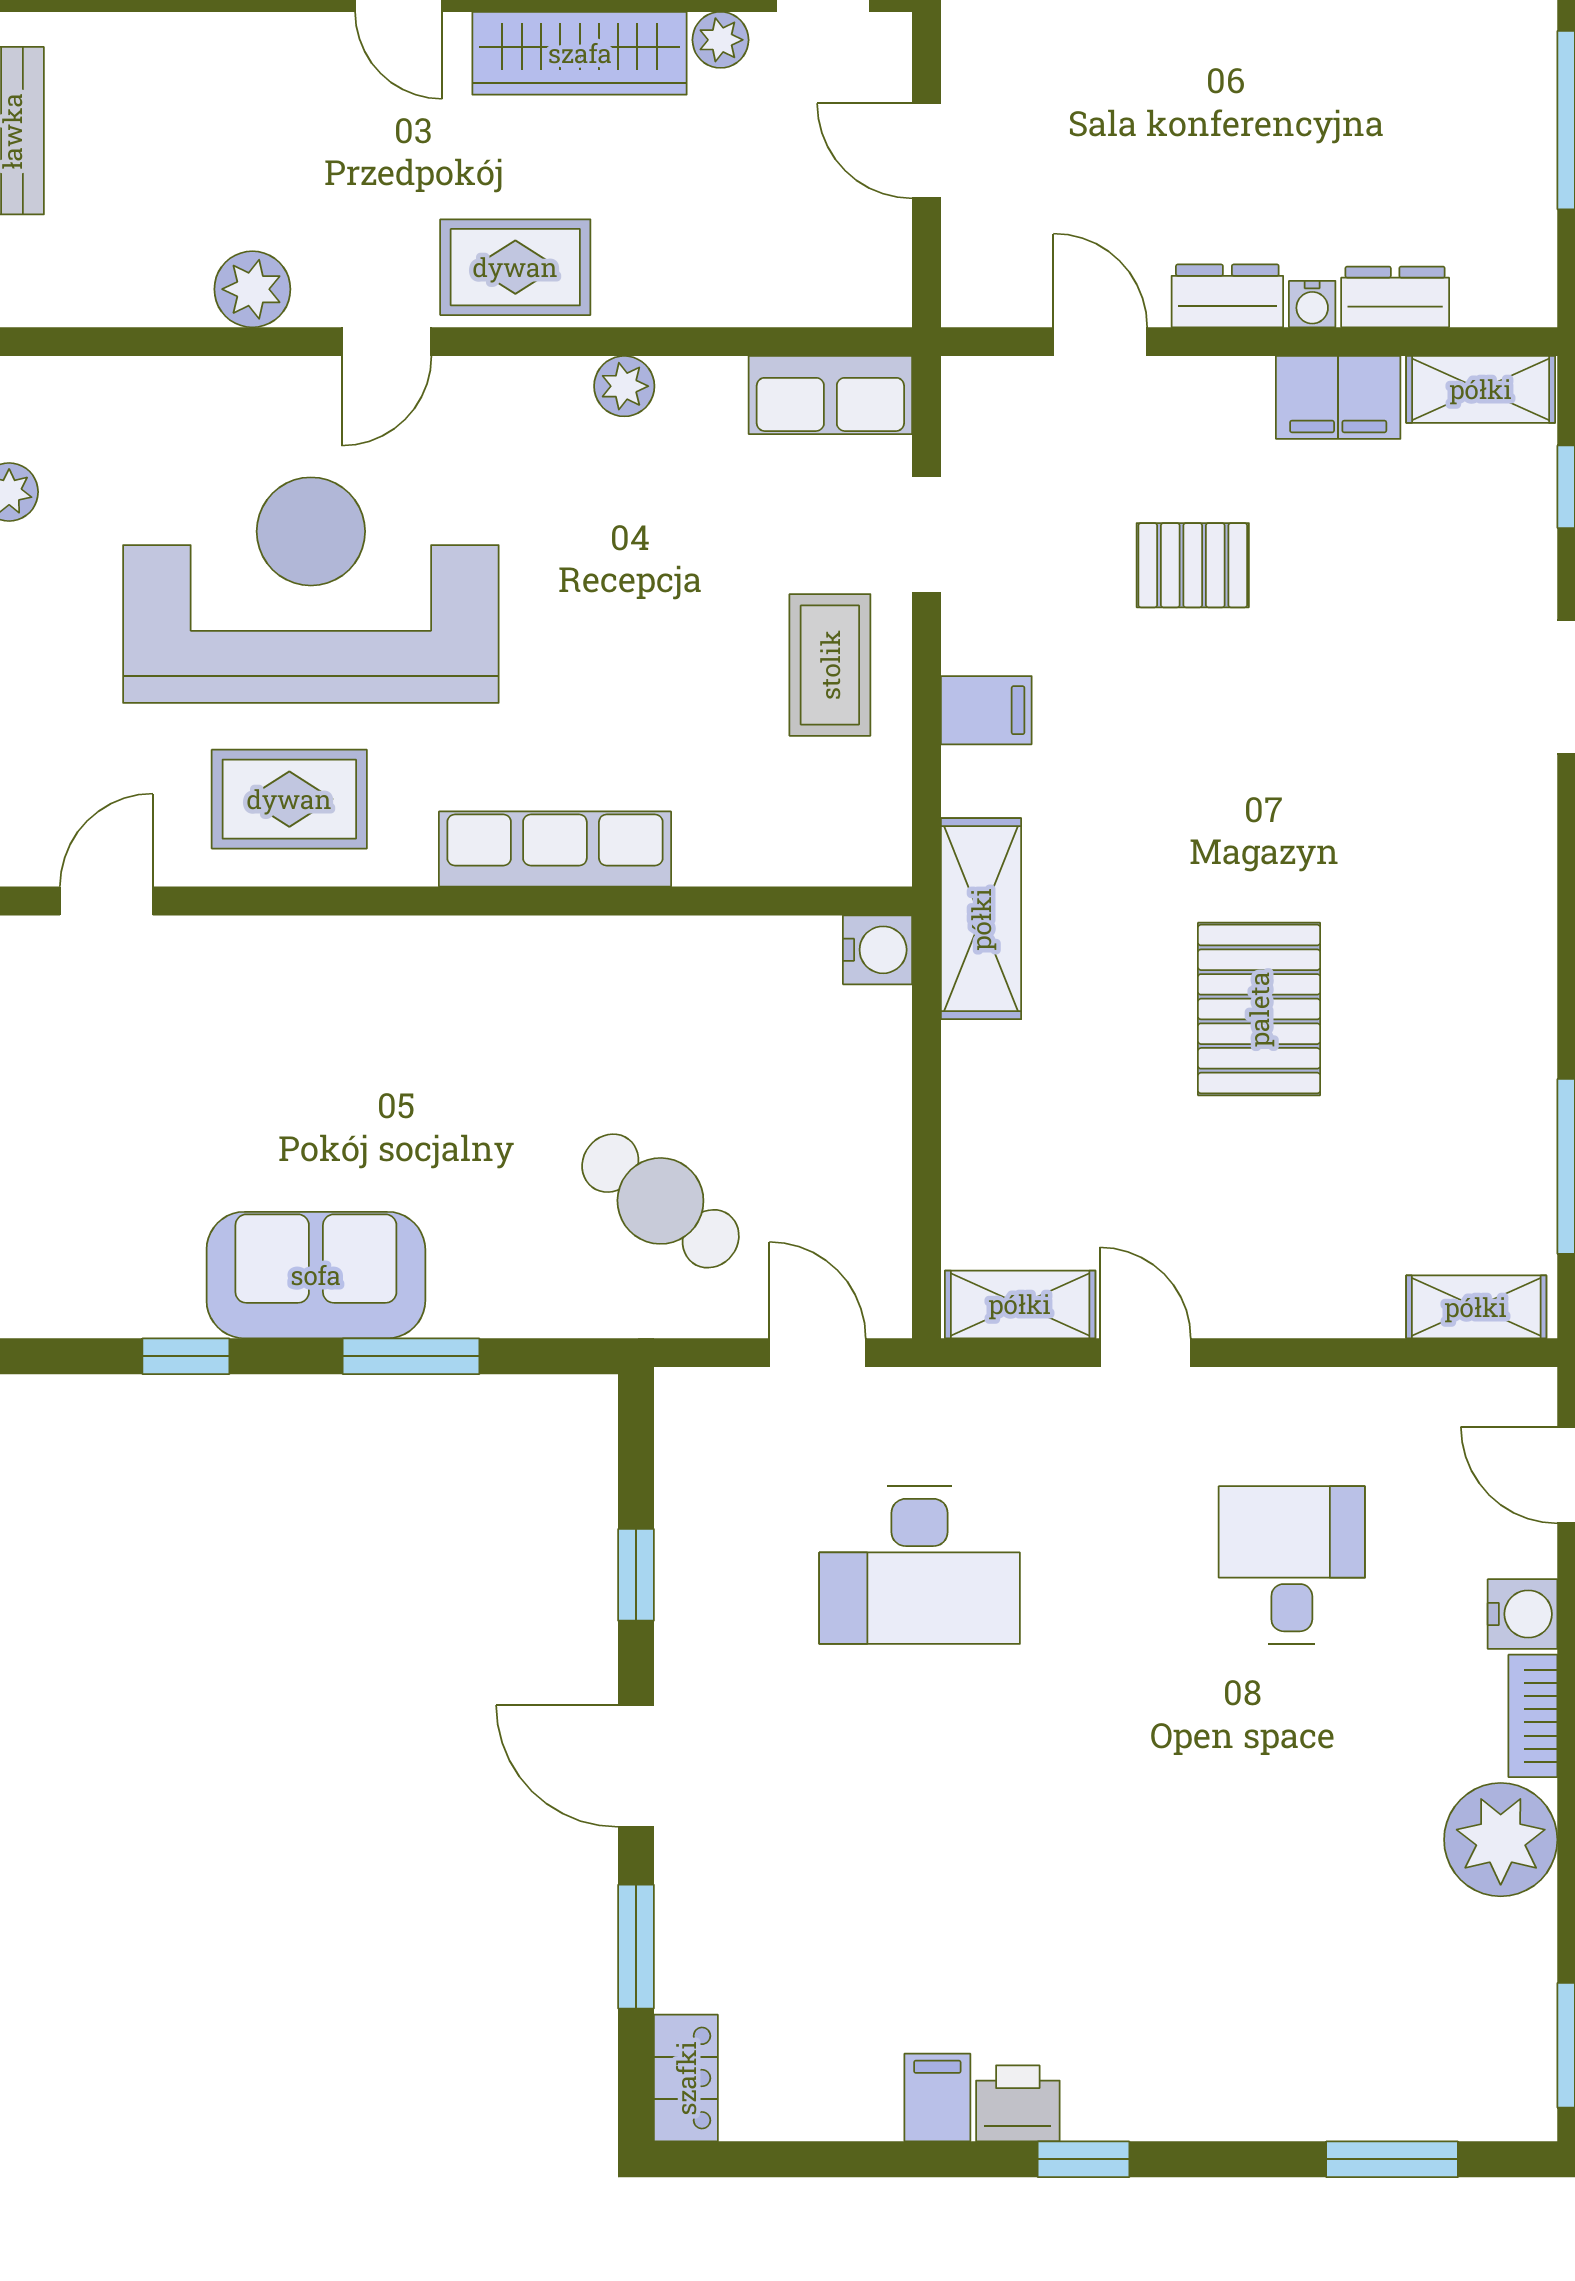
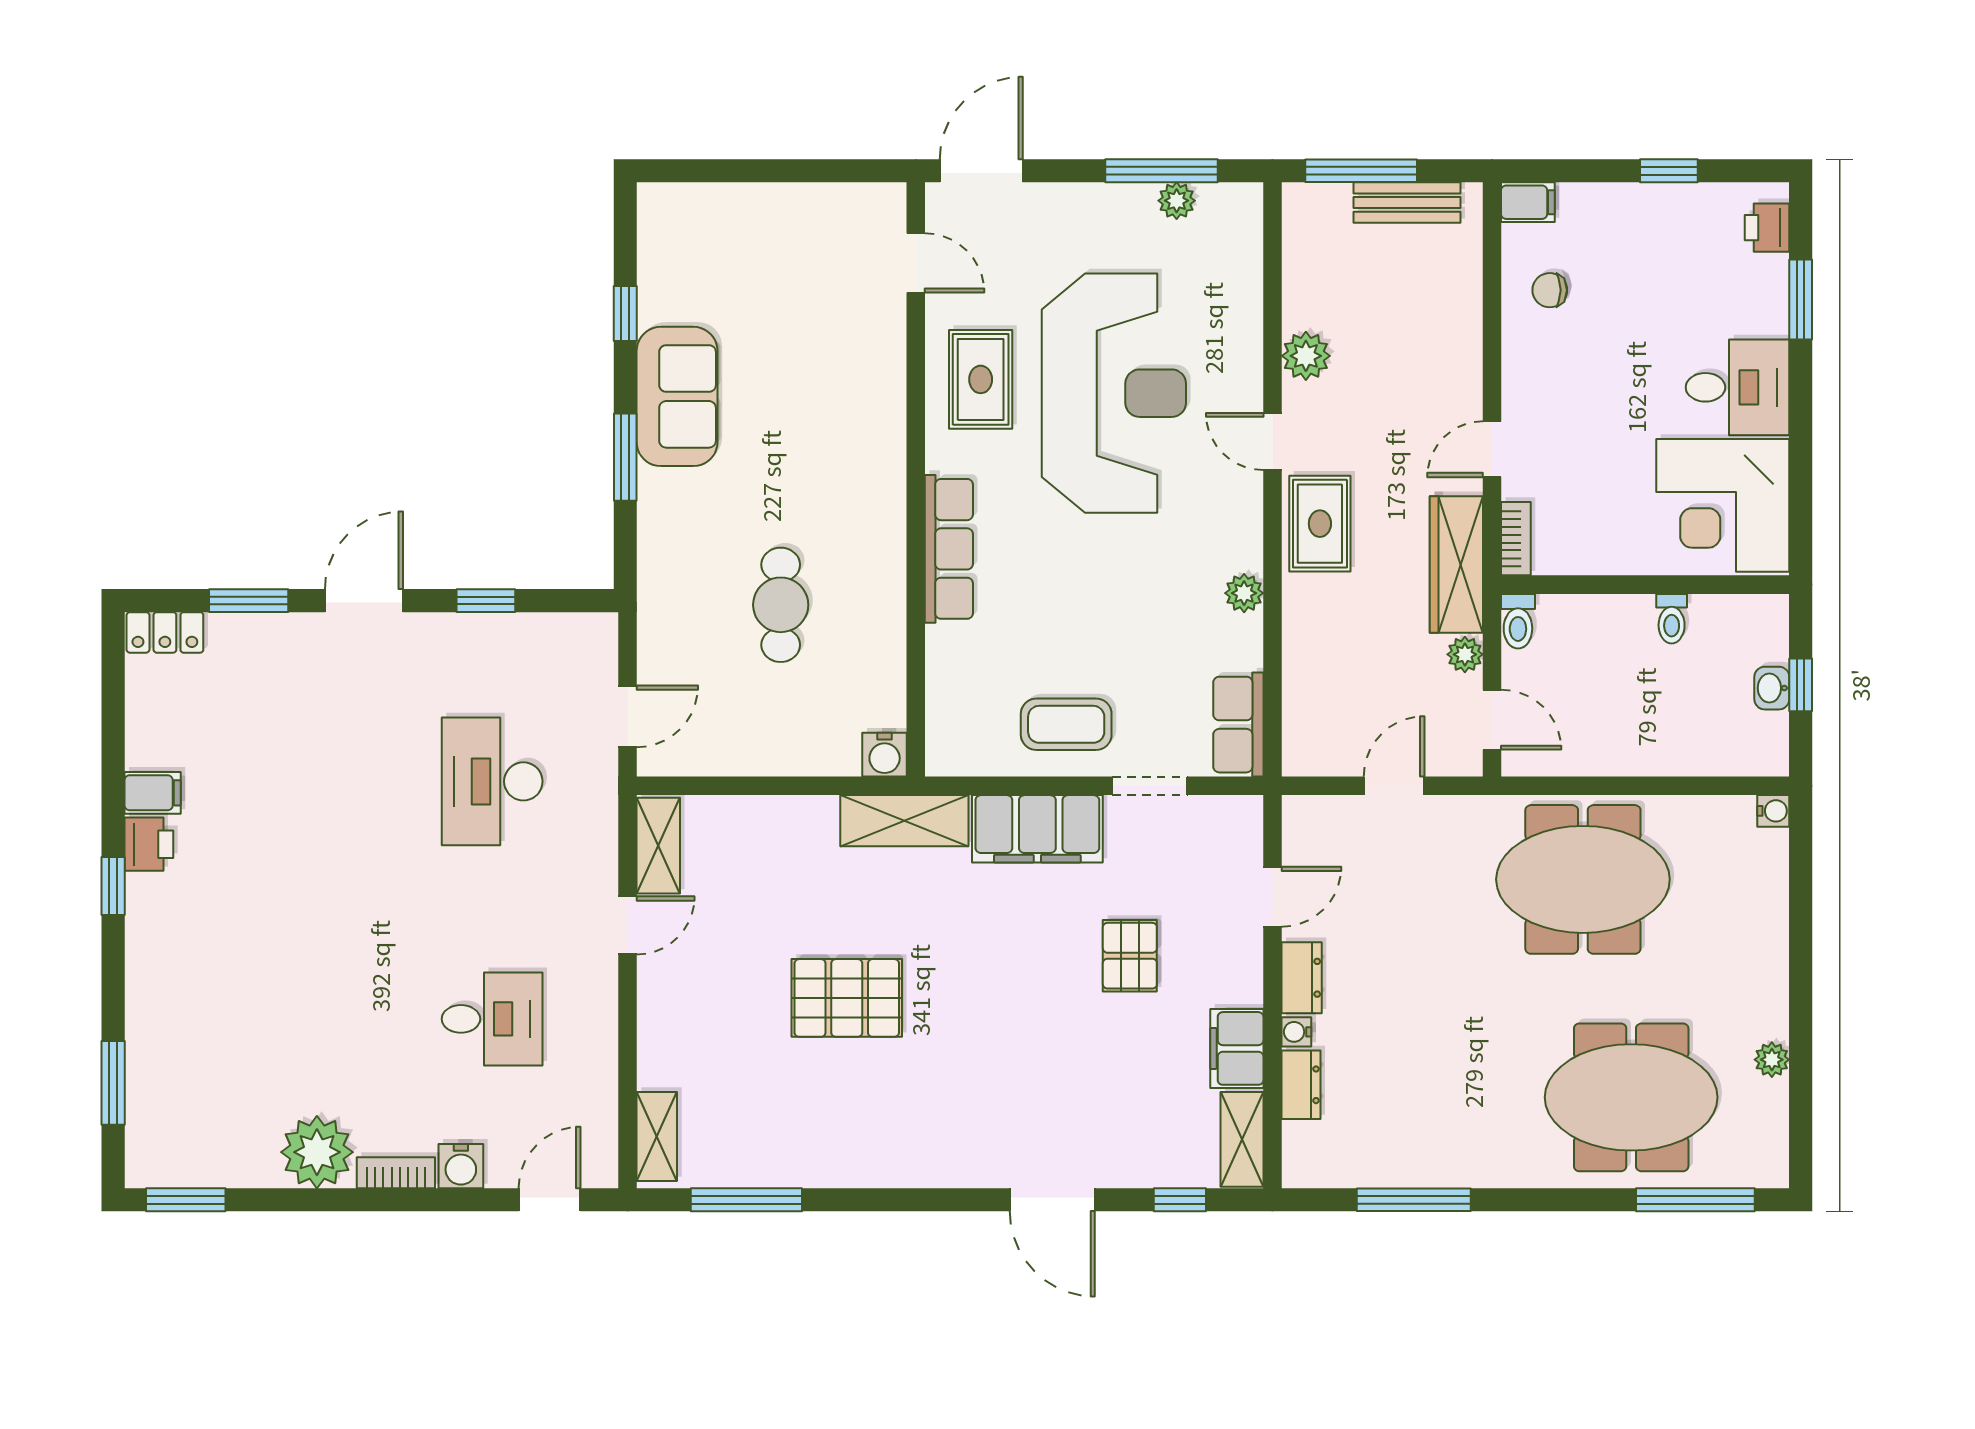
filing cabinet: (986, 710) -> (1037, 829), width x3.00, depth x1.17
cafe table: (660, 1201) -> (781, 605), moved, turned -37

